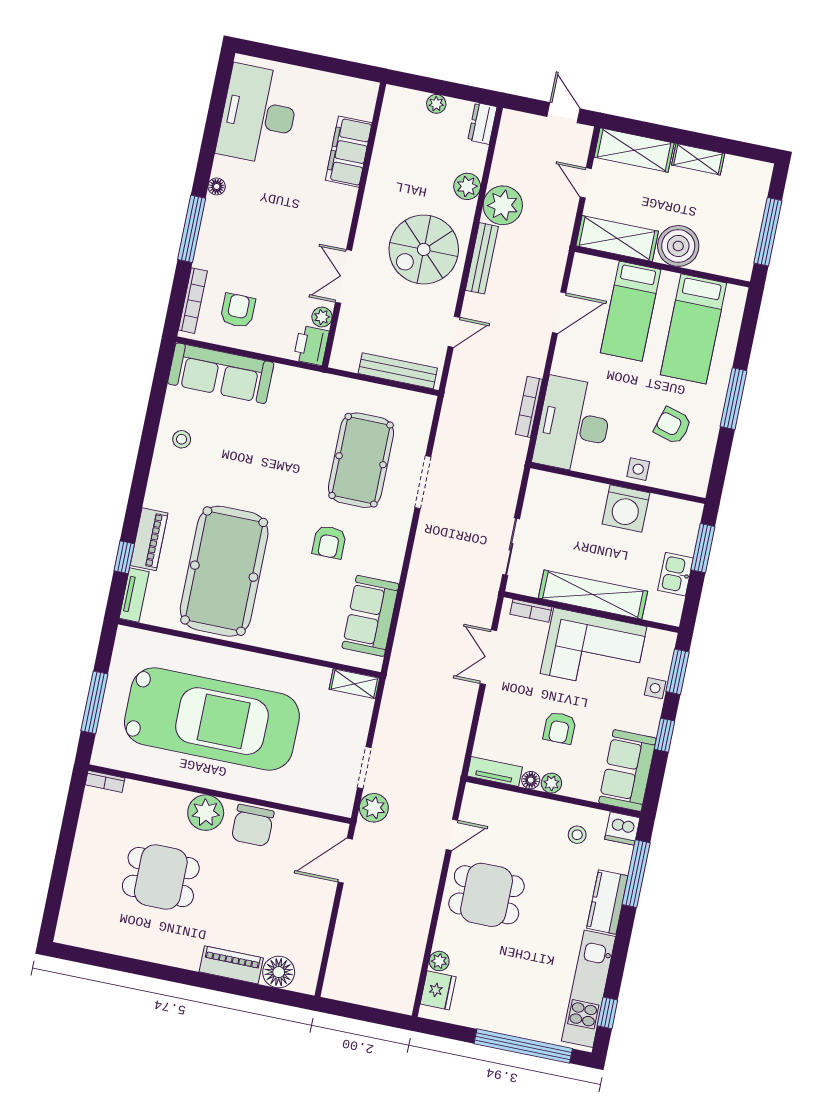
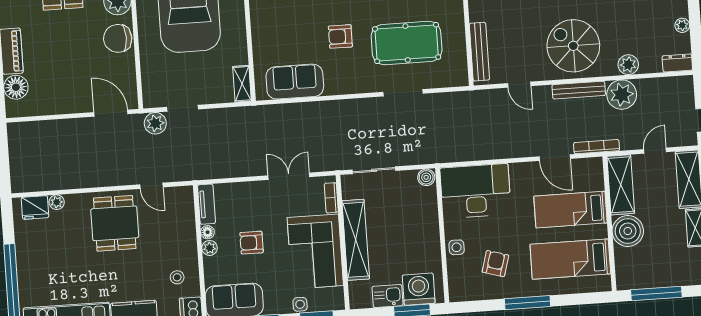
bookcase: (529, 407) -> (597, 147), moved
boiler: (539, 483) -> (426, 177), added
washing machine: (626, 508) -> (419, 289), moved, turned 90

